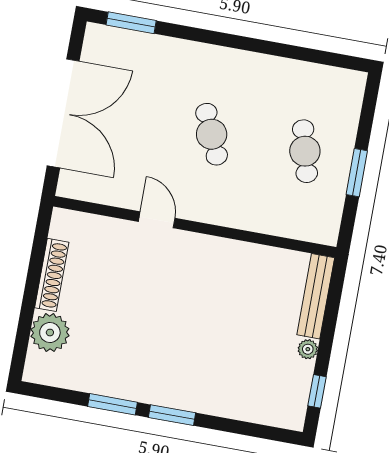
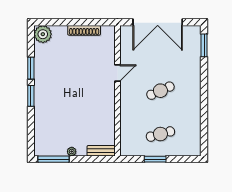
bench: (316, 296) -> (101, 151), width x0.73
plant: (50, 333) -> (43, 34), moved
window: (317, 391) -> (53, 159), width x2.17

